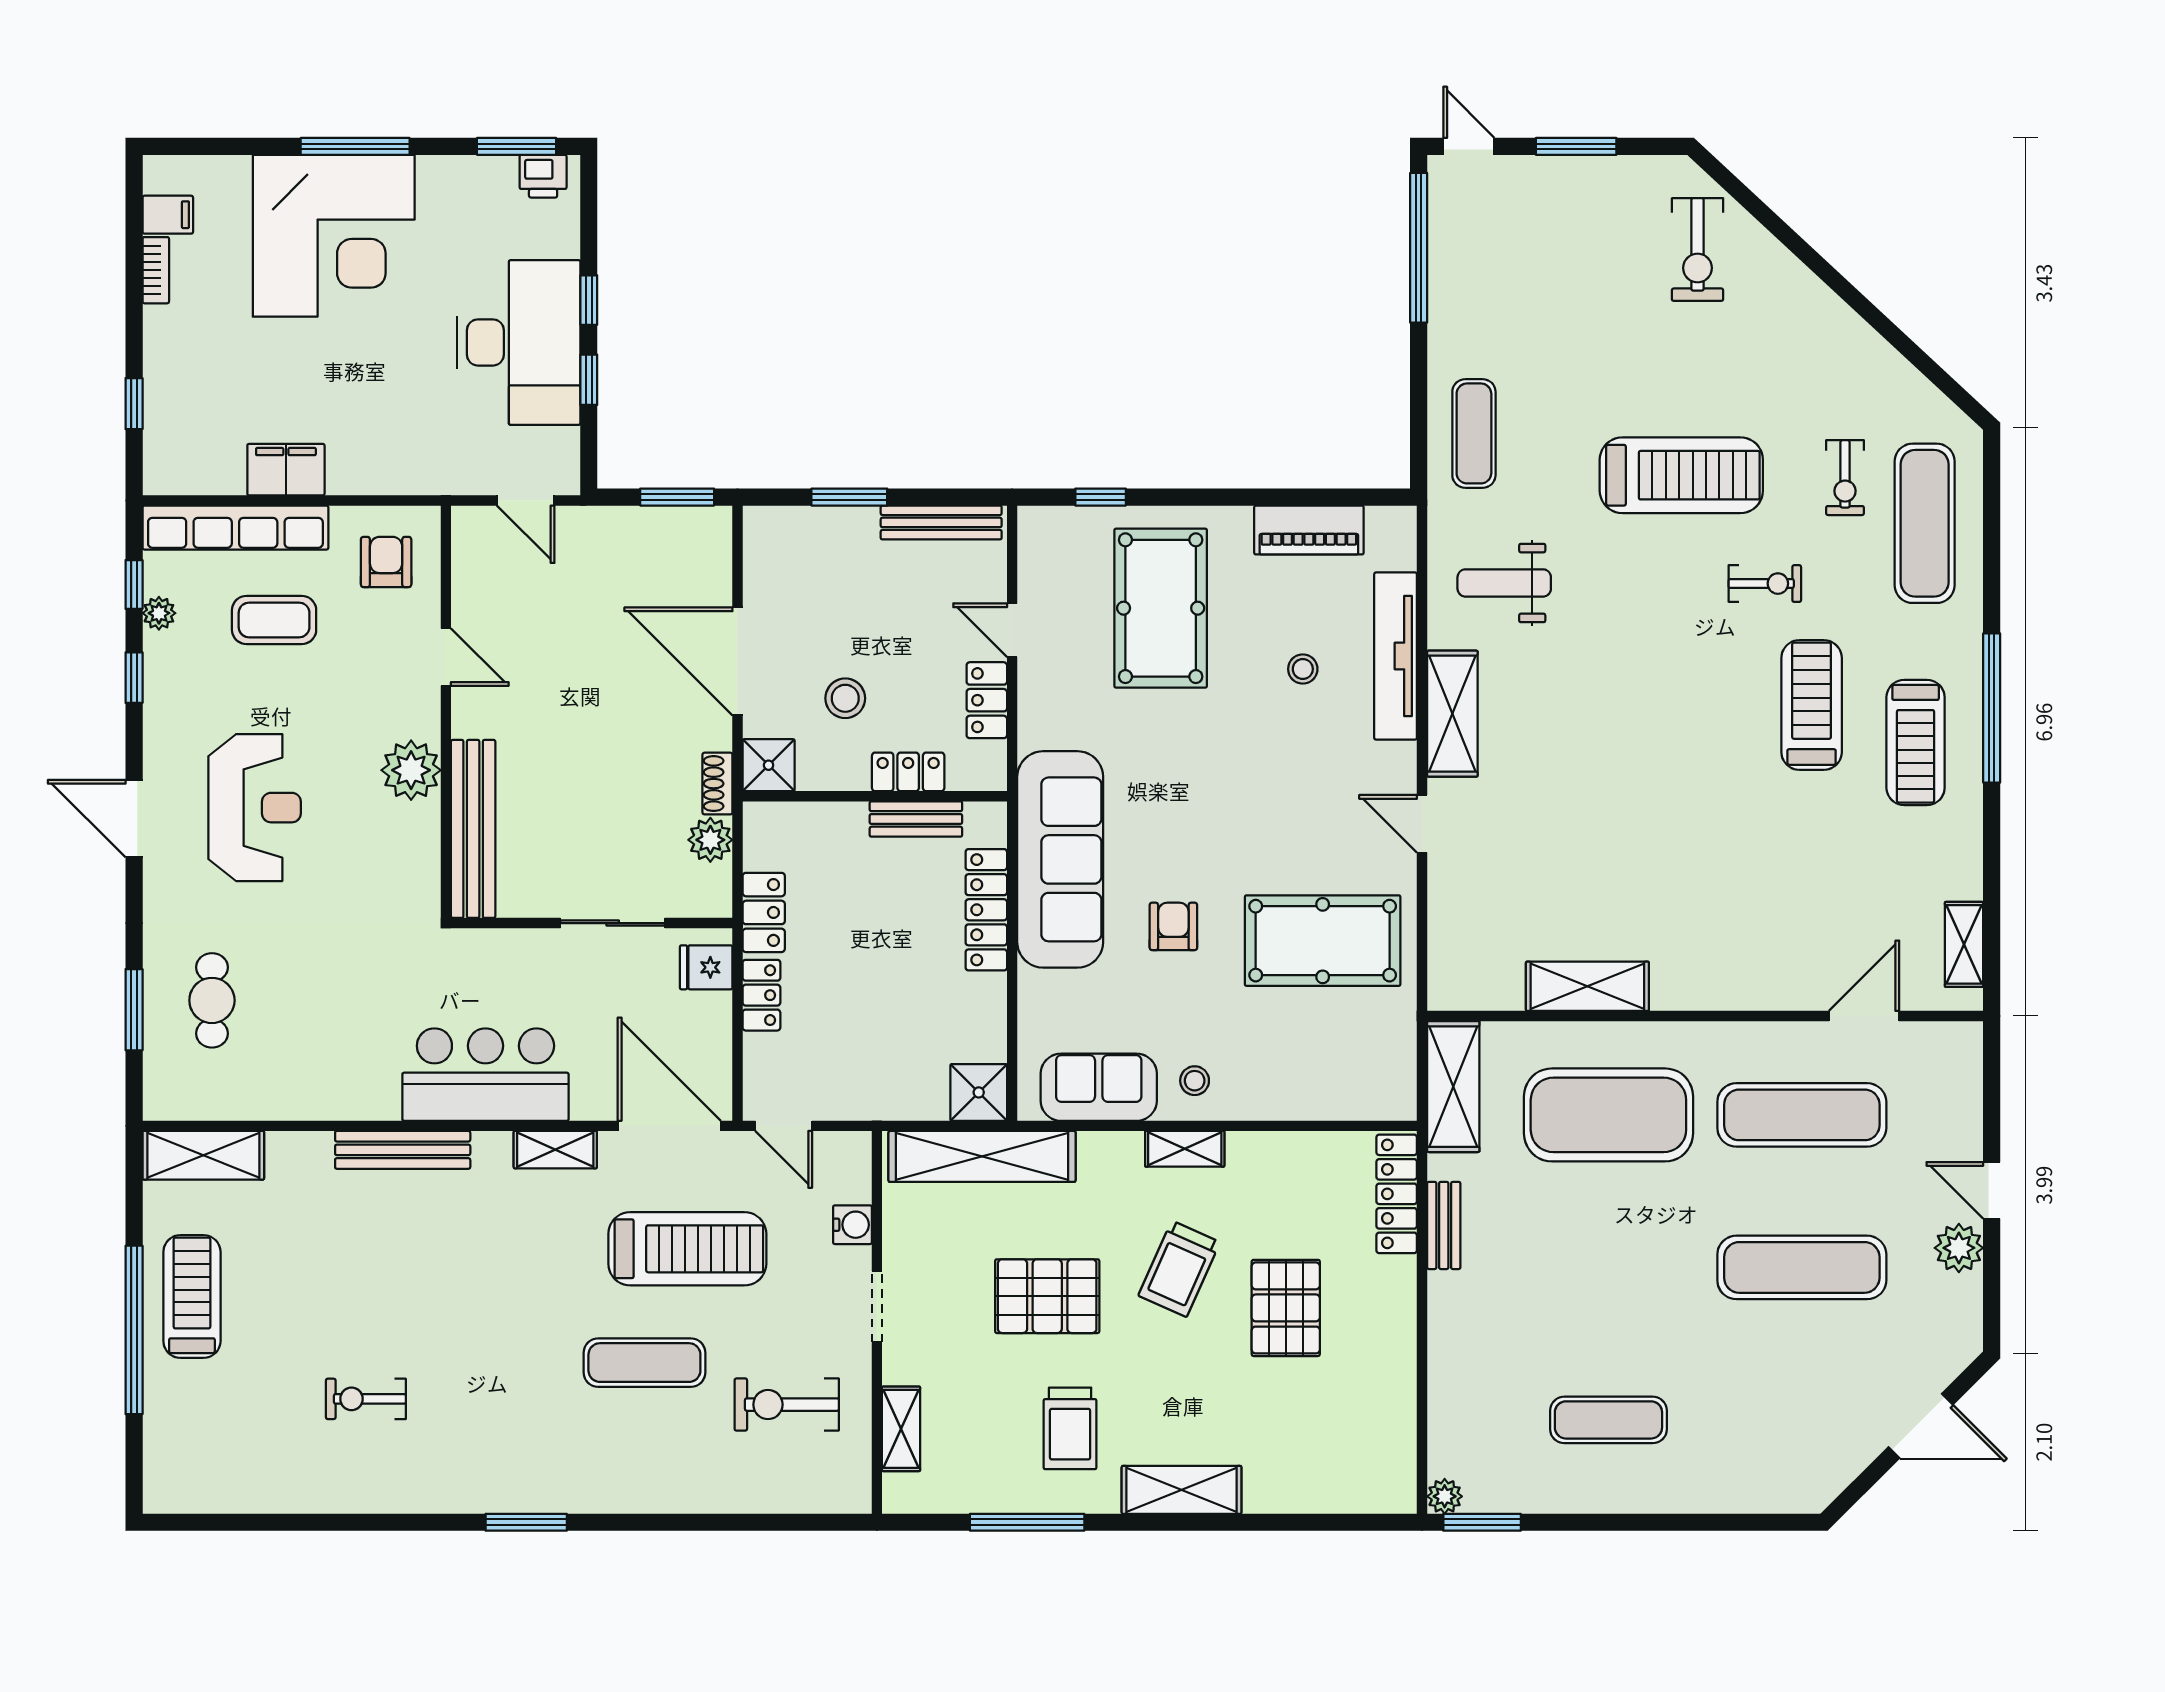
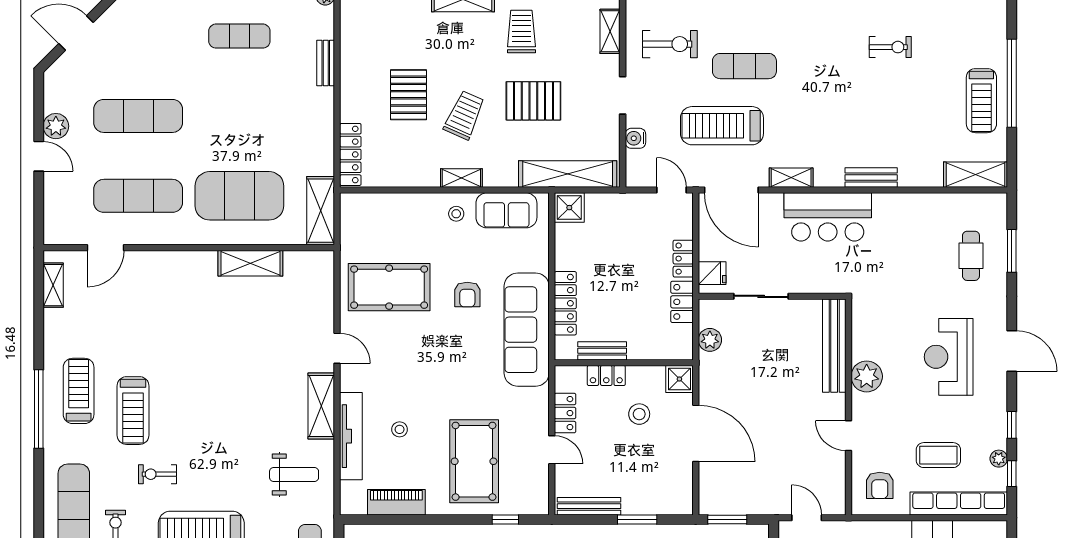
shoe rack: (717, 784) -> (706, 369), removed
bench: (403, 1150) -> (871, 178), width x0.73
bench: (1444, 1225) -> (326, 63), moved

